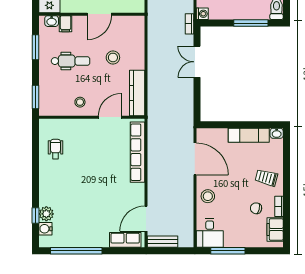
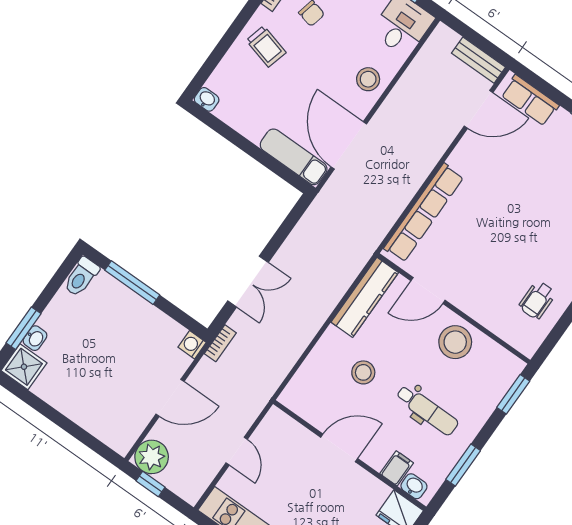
dental chair: (71, 61) -> (427, 410), turned 180
stool: (80, 102) -> (455, 342), width x1.89, depth x1.89
exam couch: (249, 135) -> (294, 157), moved

